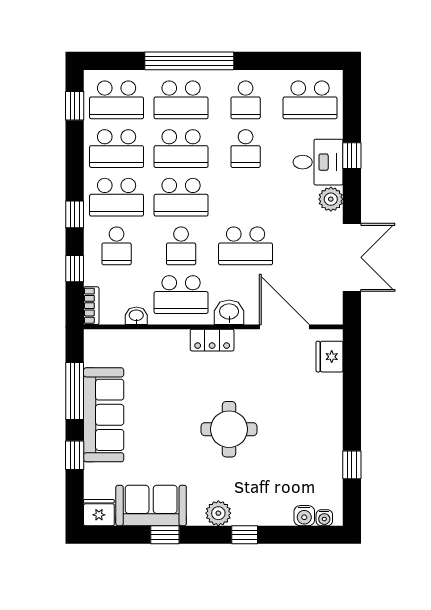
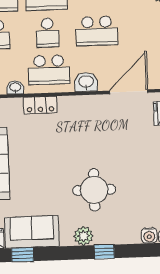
door: (284, 327) -> (129, 92), hinge flipped
locker: (212, 340) -> (40, 105), moved
round table: (229, 429) -> (94, 190), moved
window: (165, 535) -> (23, 255), moved

